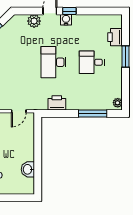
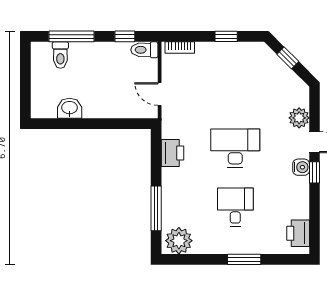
printer: (115, 37) -> (298, 233), moved, turned -90
plant: (118, 103) -> (179, 241), width x1.88, depth x1.88

